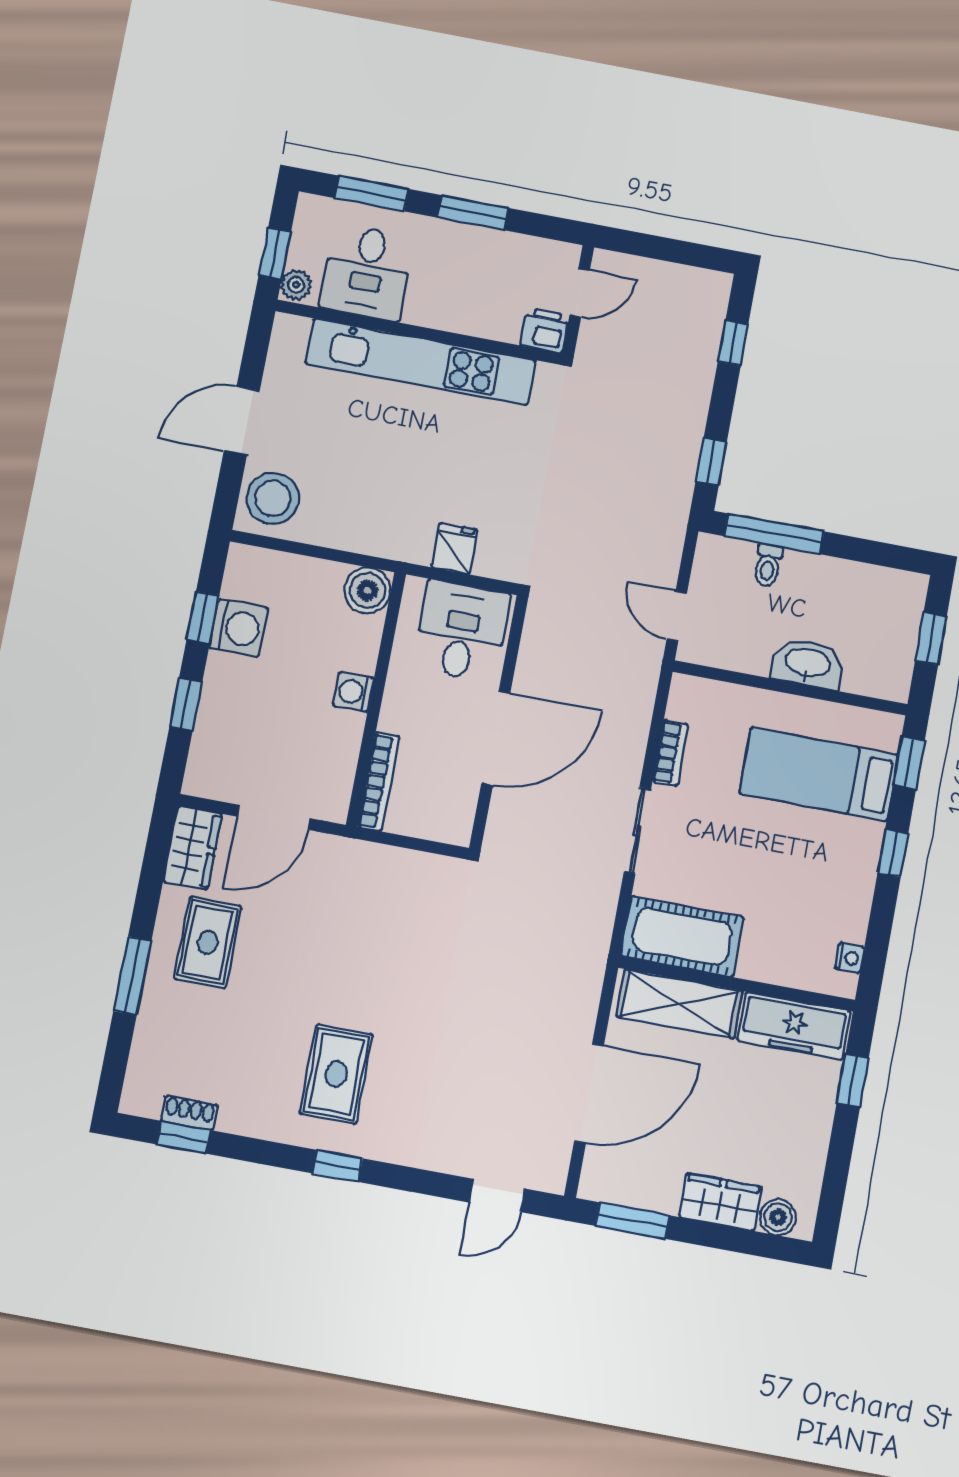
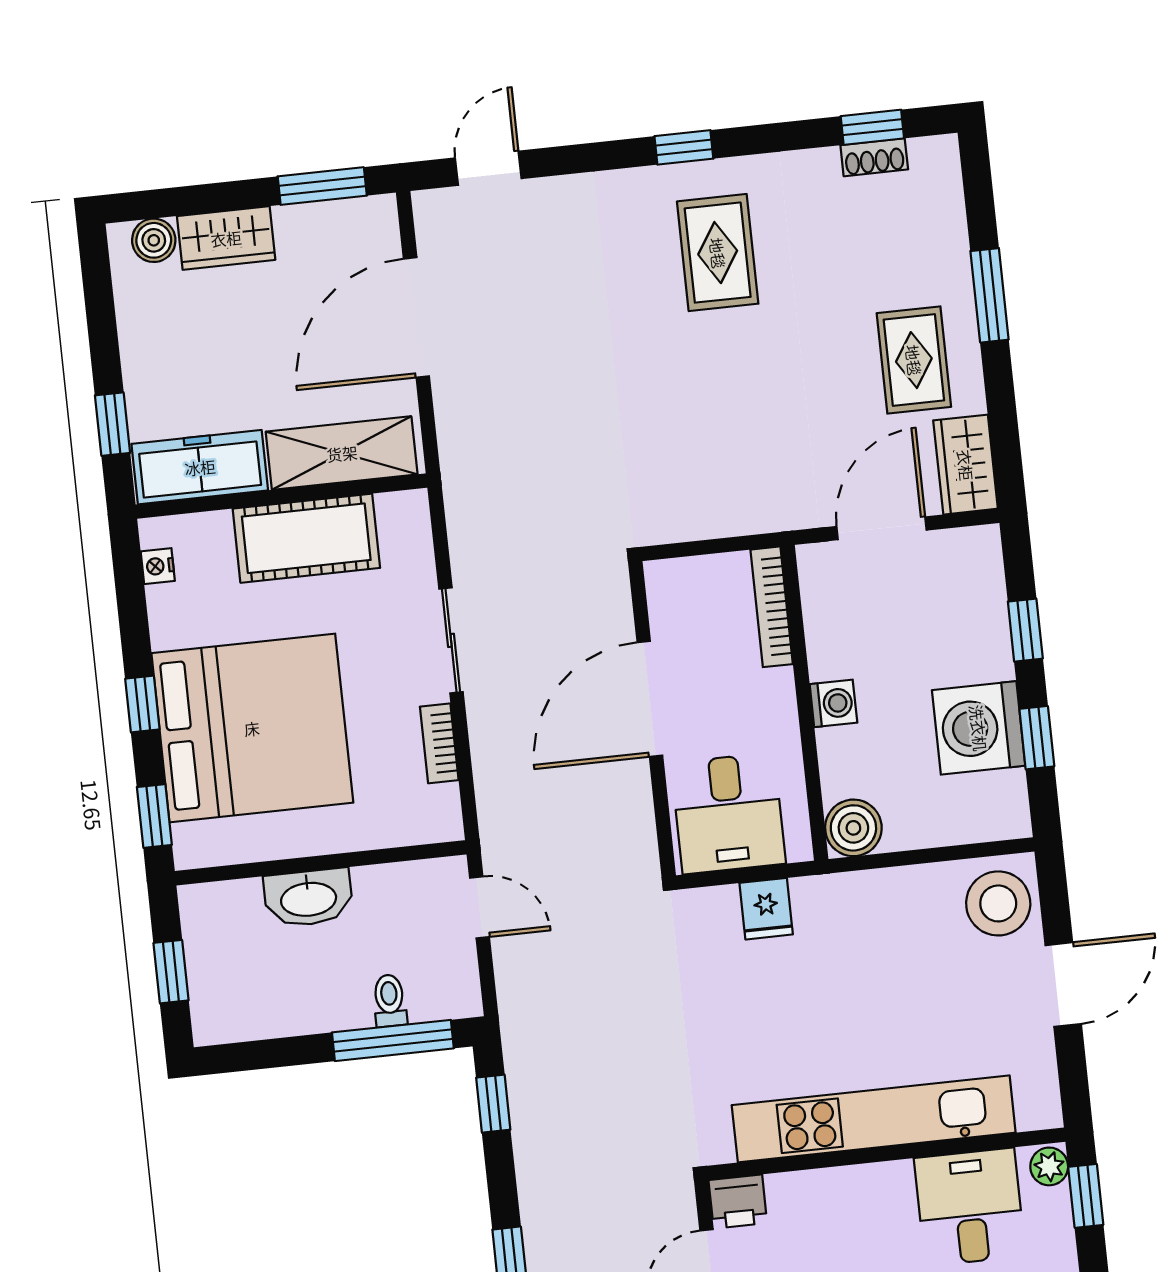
washing machine: (239, 628) -> (979, 728), width x1.37, depth x1.37
bed: (819, 774) -> (252, 728), width x2.04
cot: (682, 937) -> (306, 538), moved

